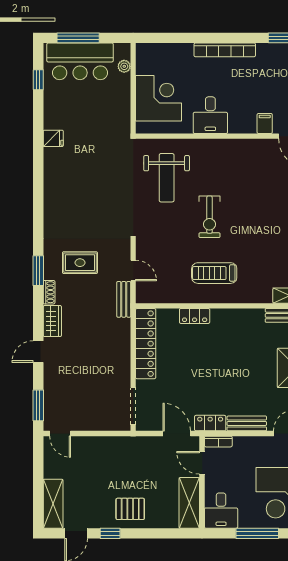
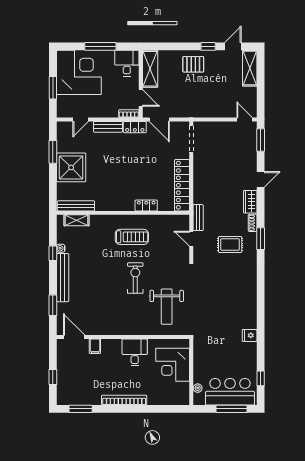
weight bench: (167, 178) -> (167, 307), turned 180

